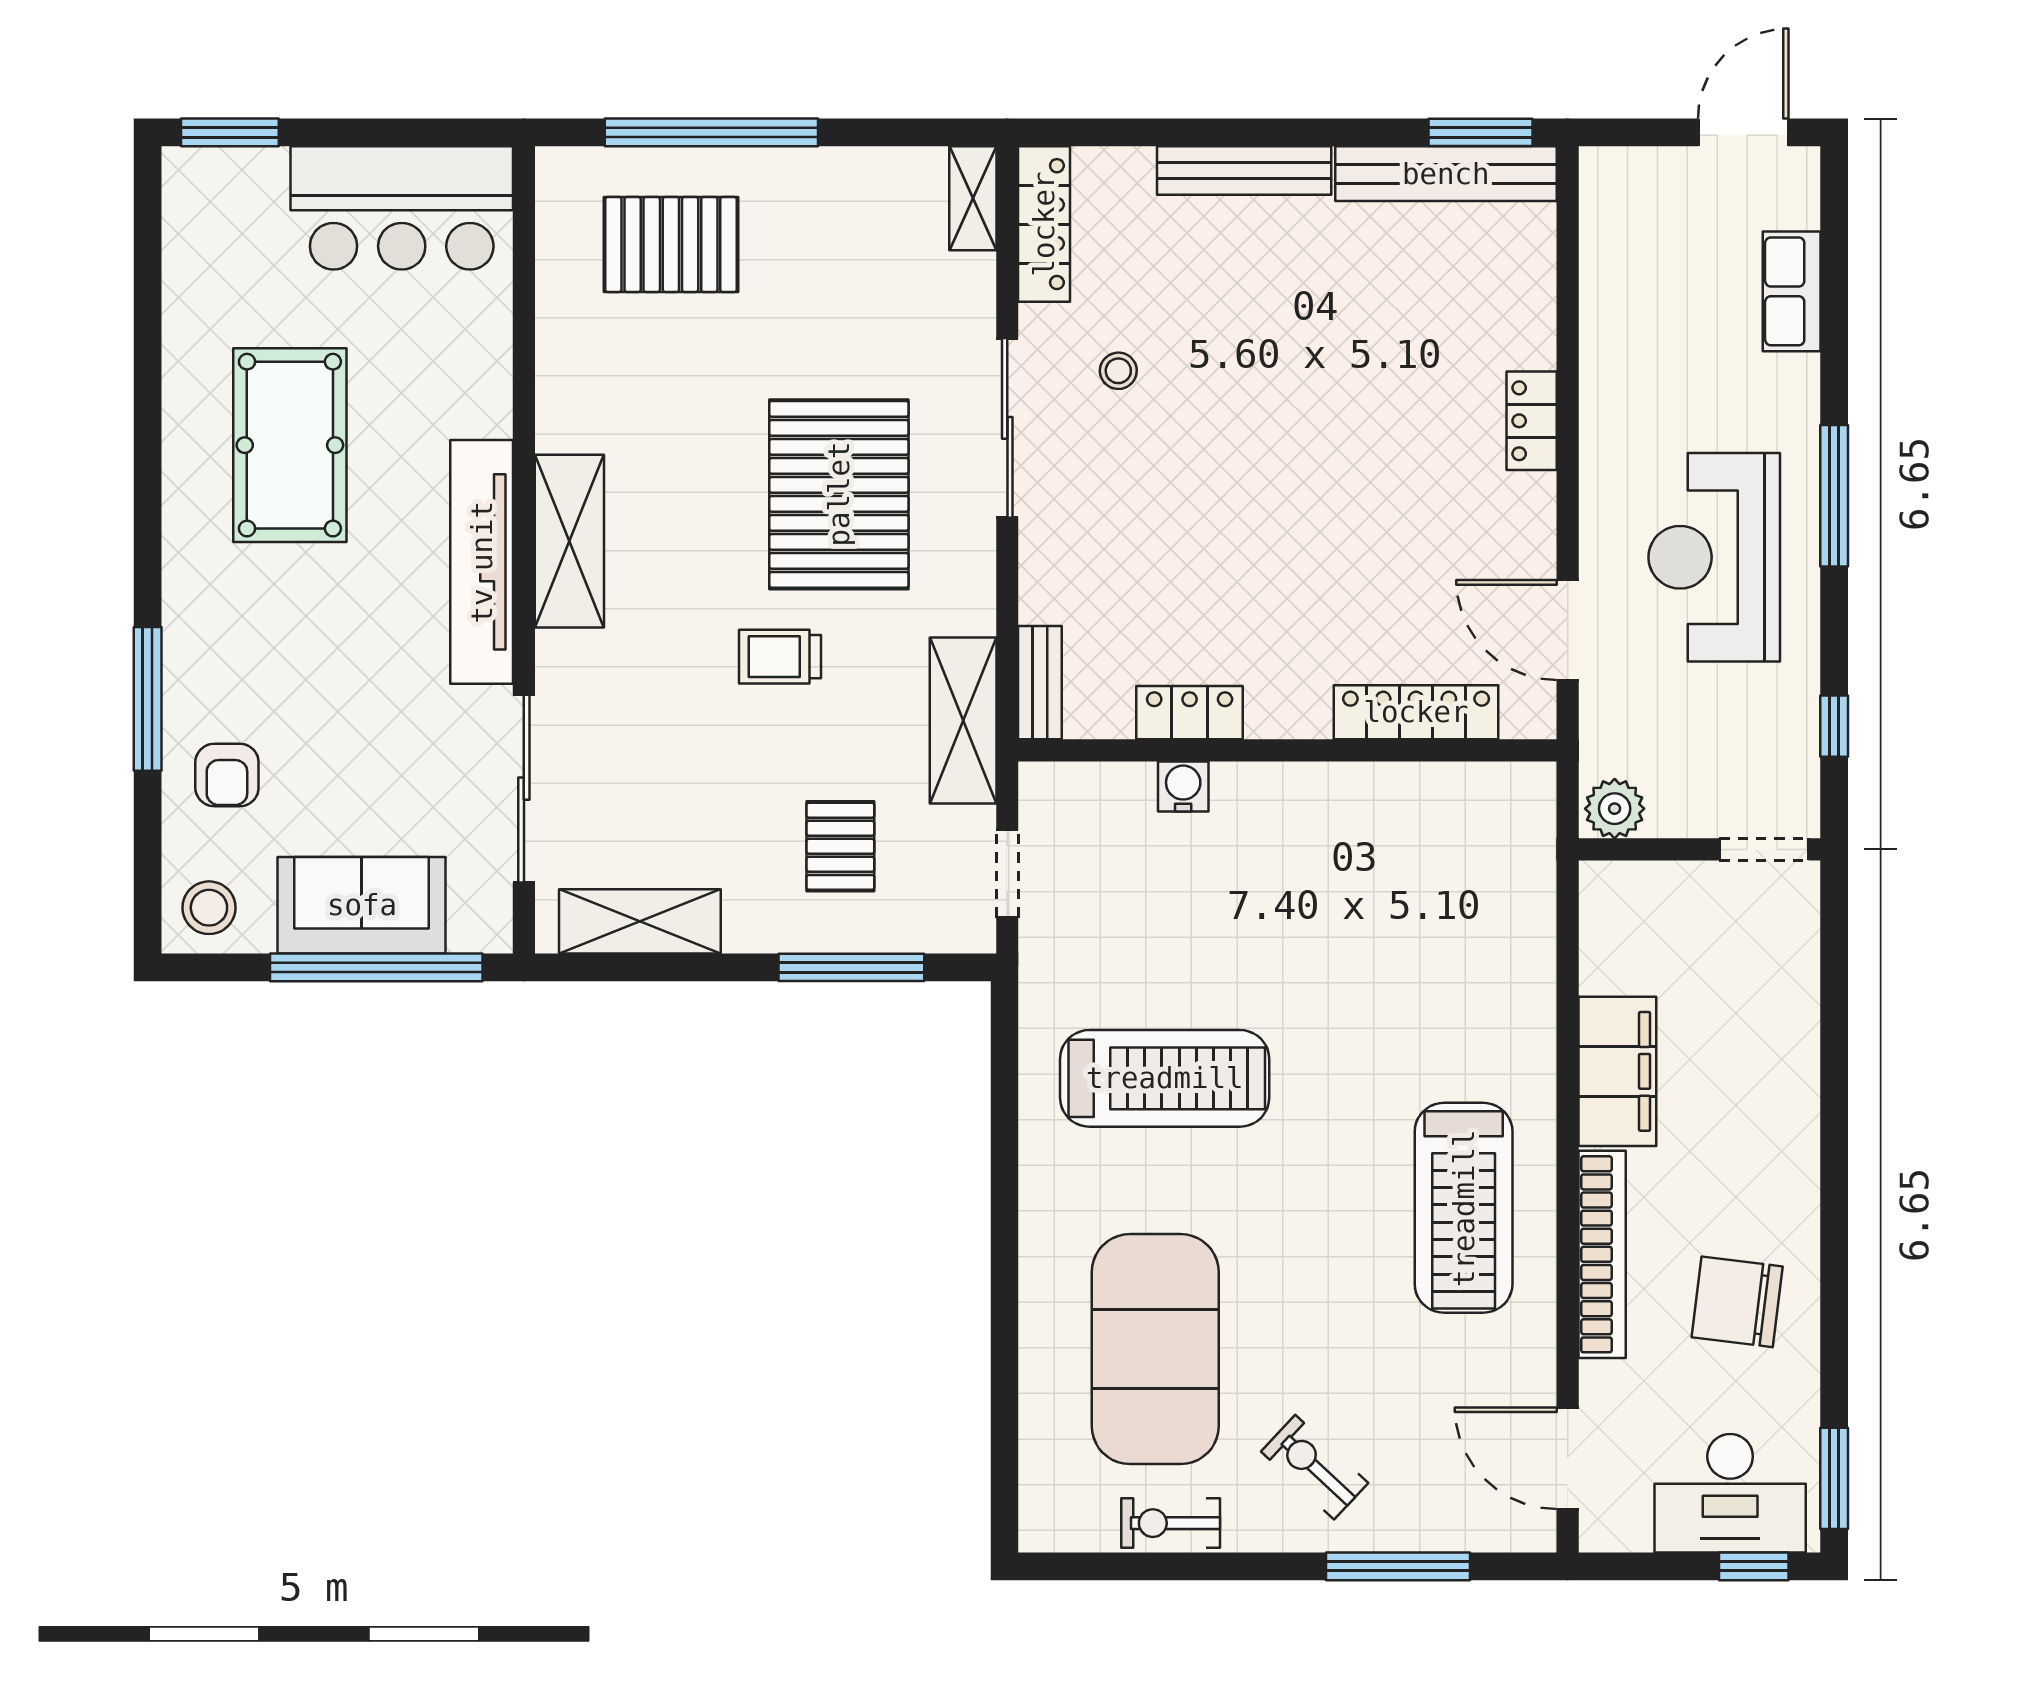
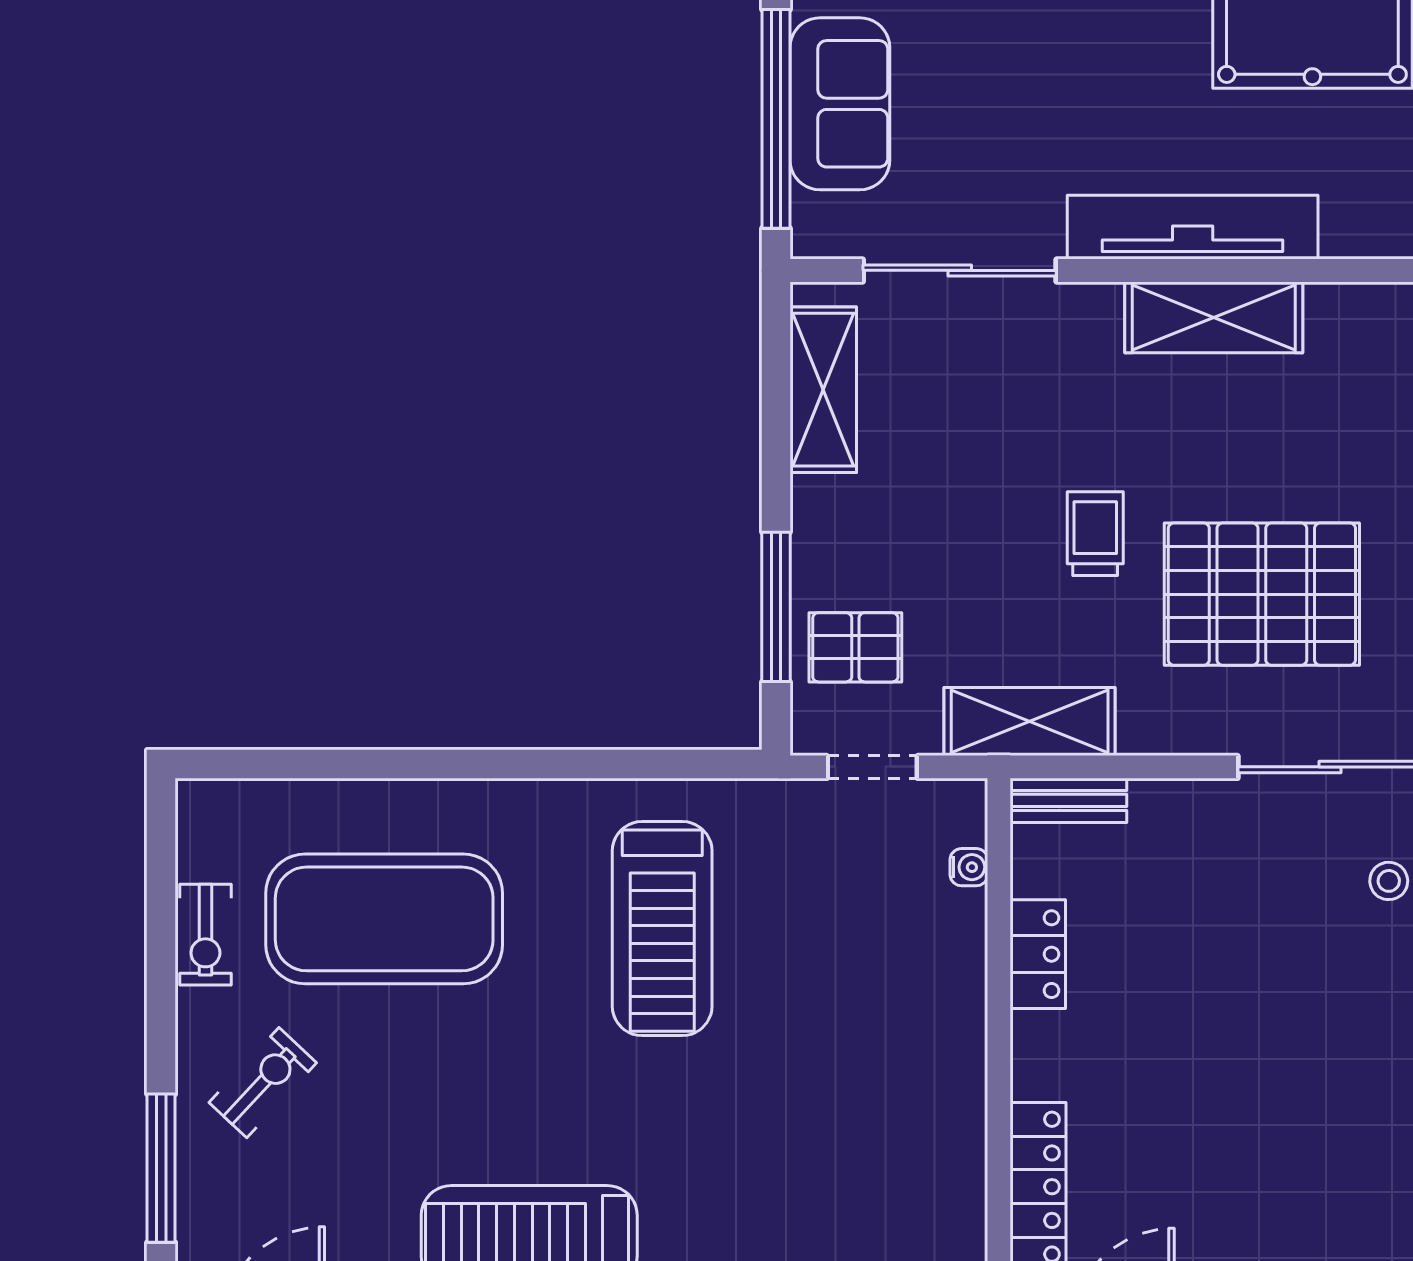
water cooler: (1183, 787) -> (969, 867), moved, width x0.72, depth x0.72
pallet: (840, 846) -> (855, 647), moved
exercise bike: (1171, 1523) -> (205, 935), turned 180

